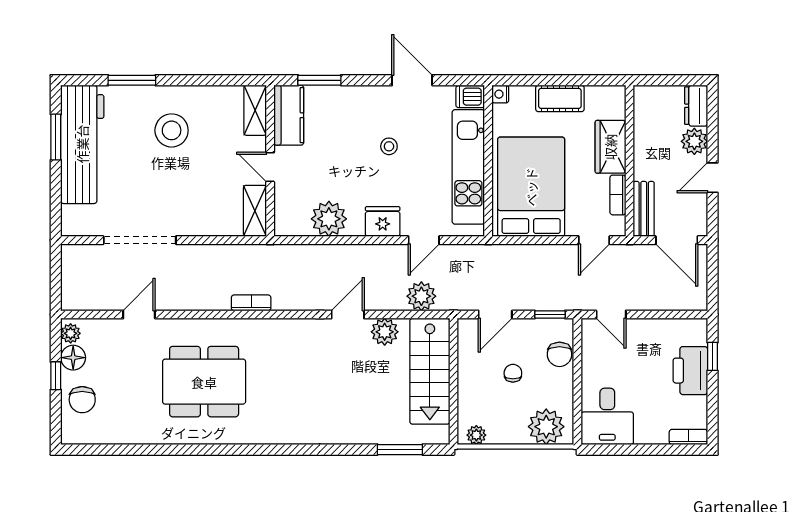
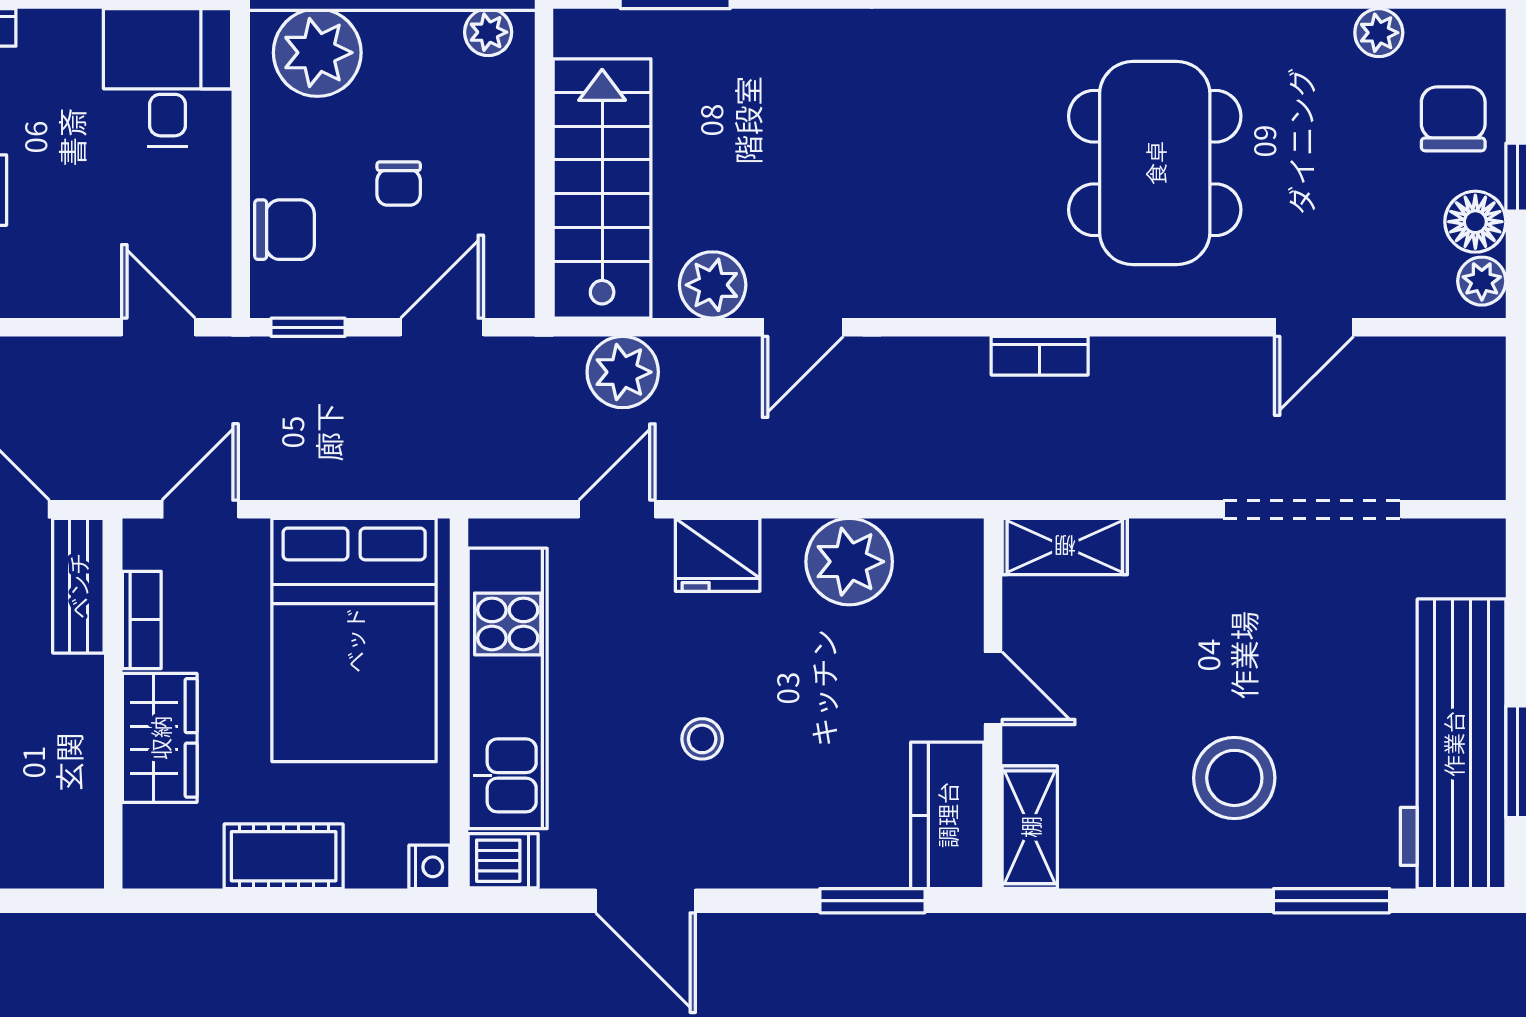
shelving: (255, 211) -> (1065, 547), moved, turned 90
chair: (559, 354) -> (285, 230), turned 90
dining table: (204, 382) -> (1155, 163), turned 90
plant: (113, 435) -> (1379, 33), added

